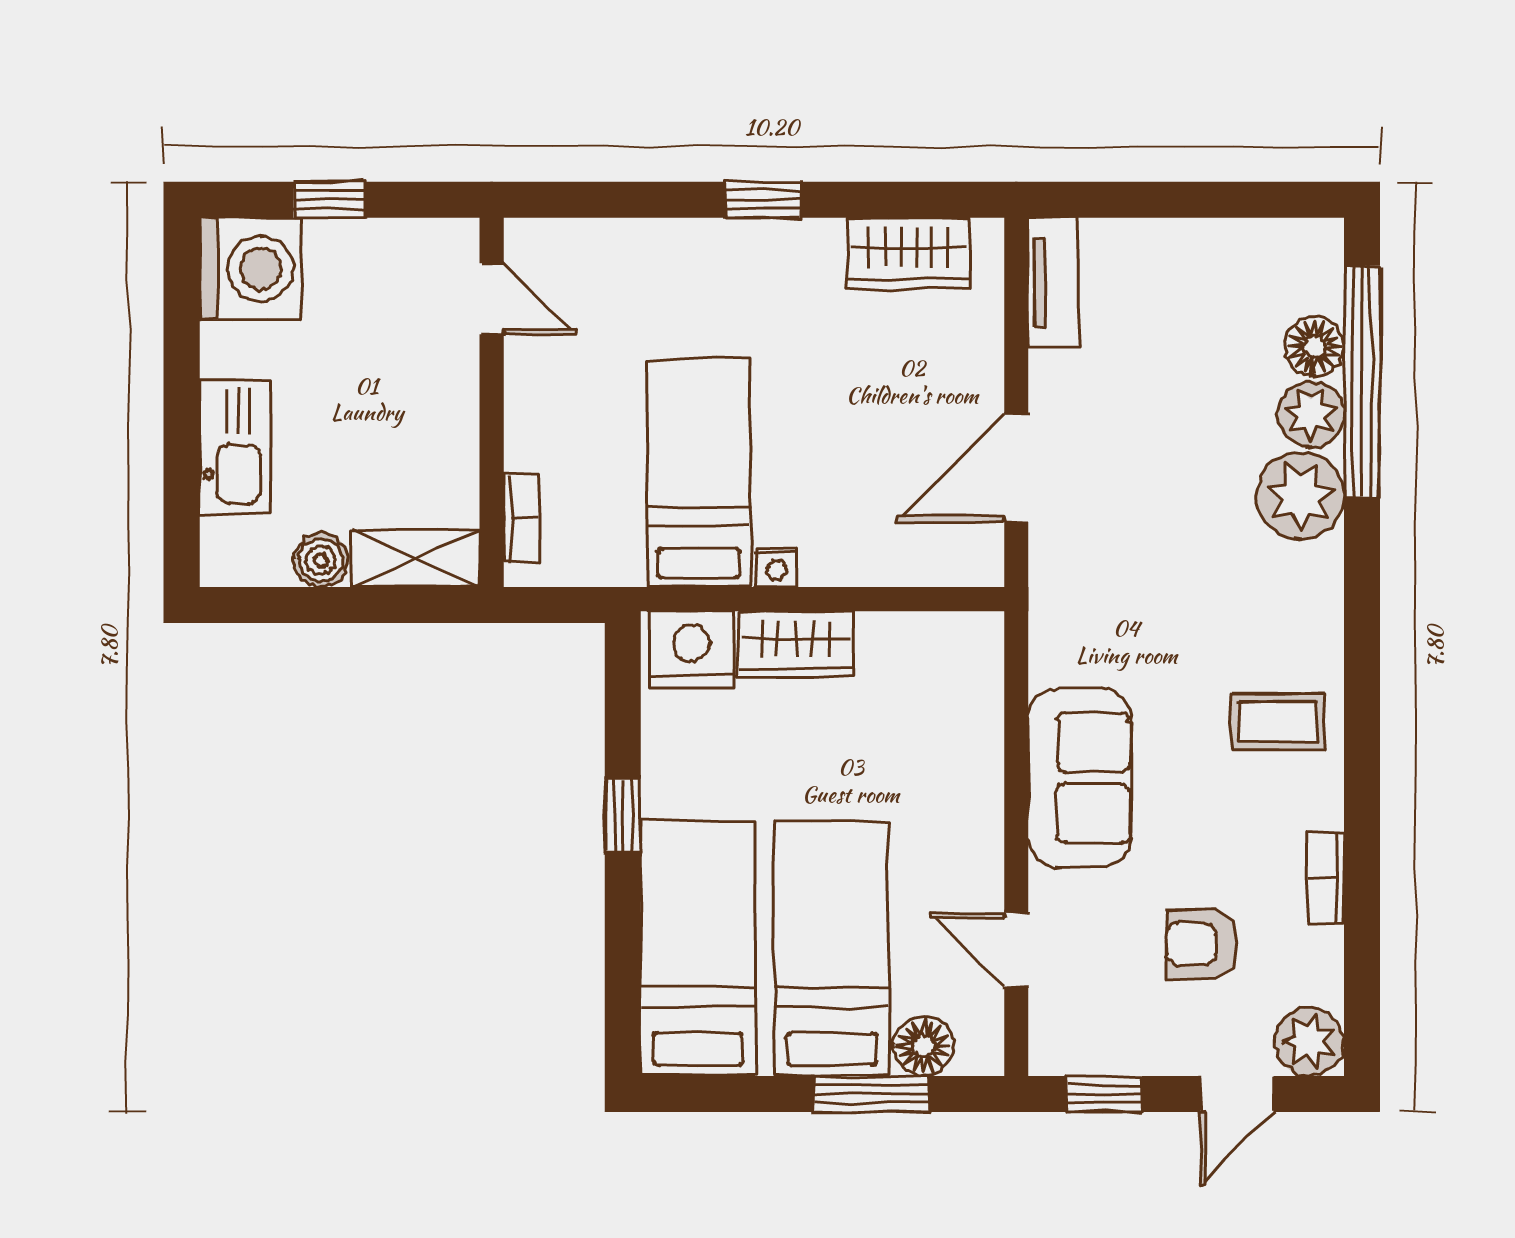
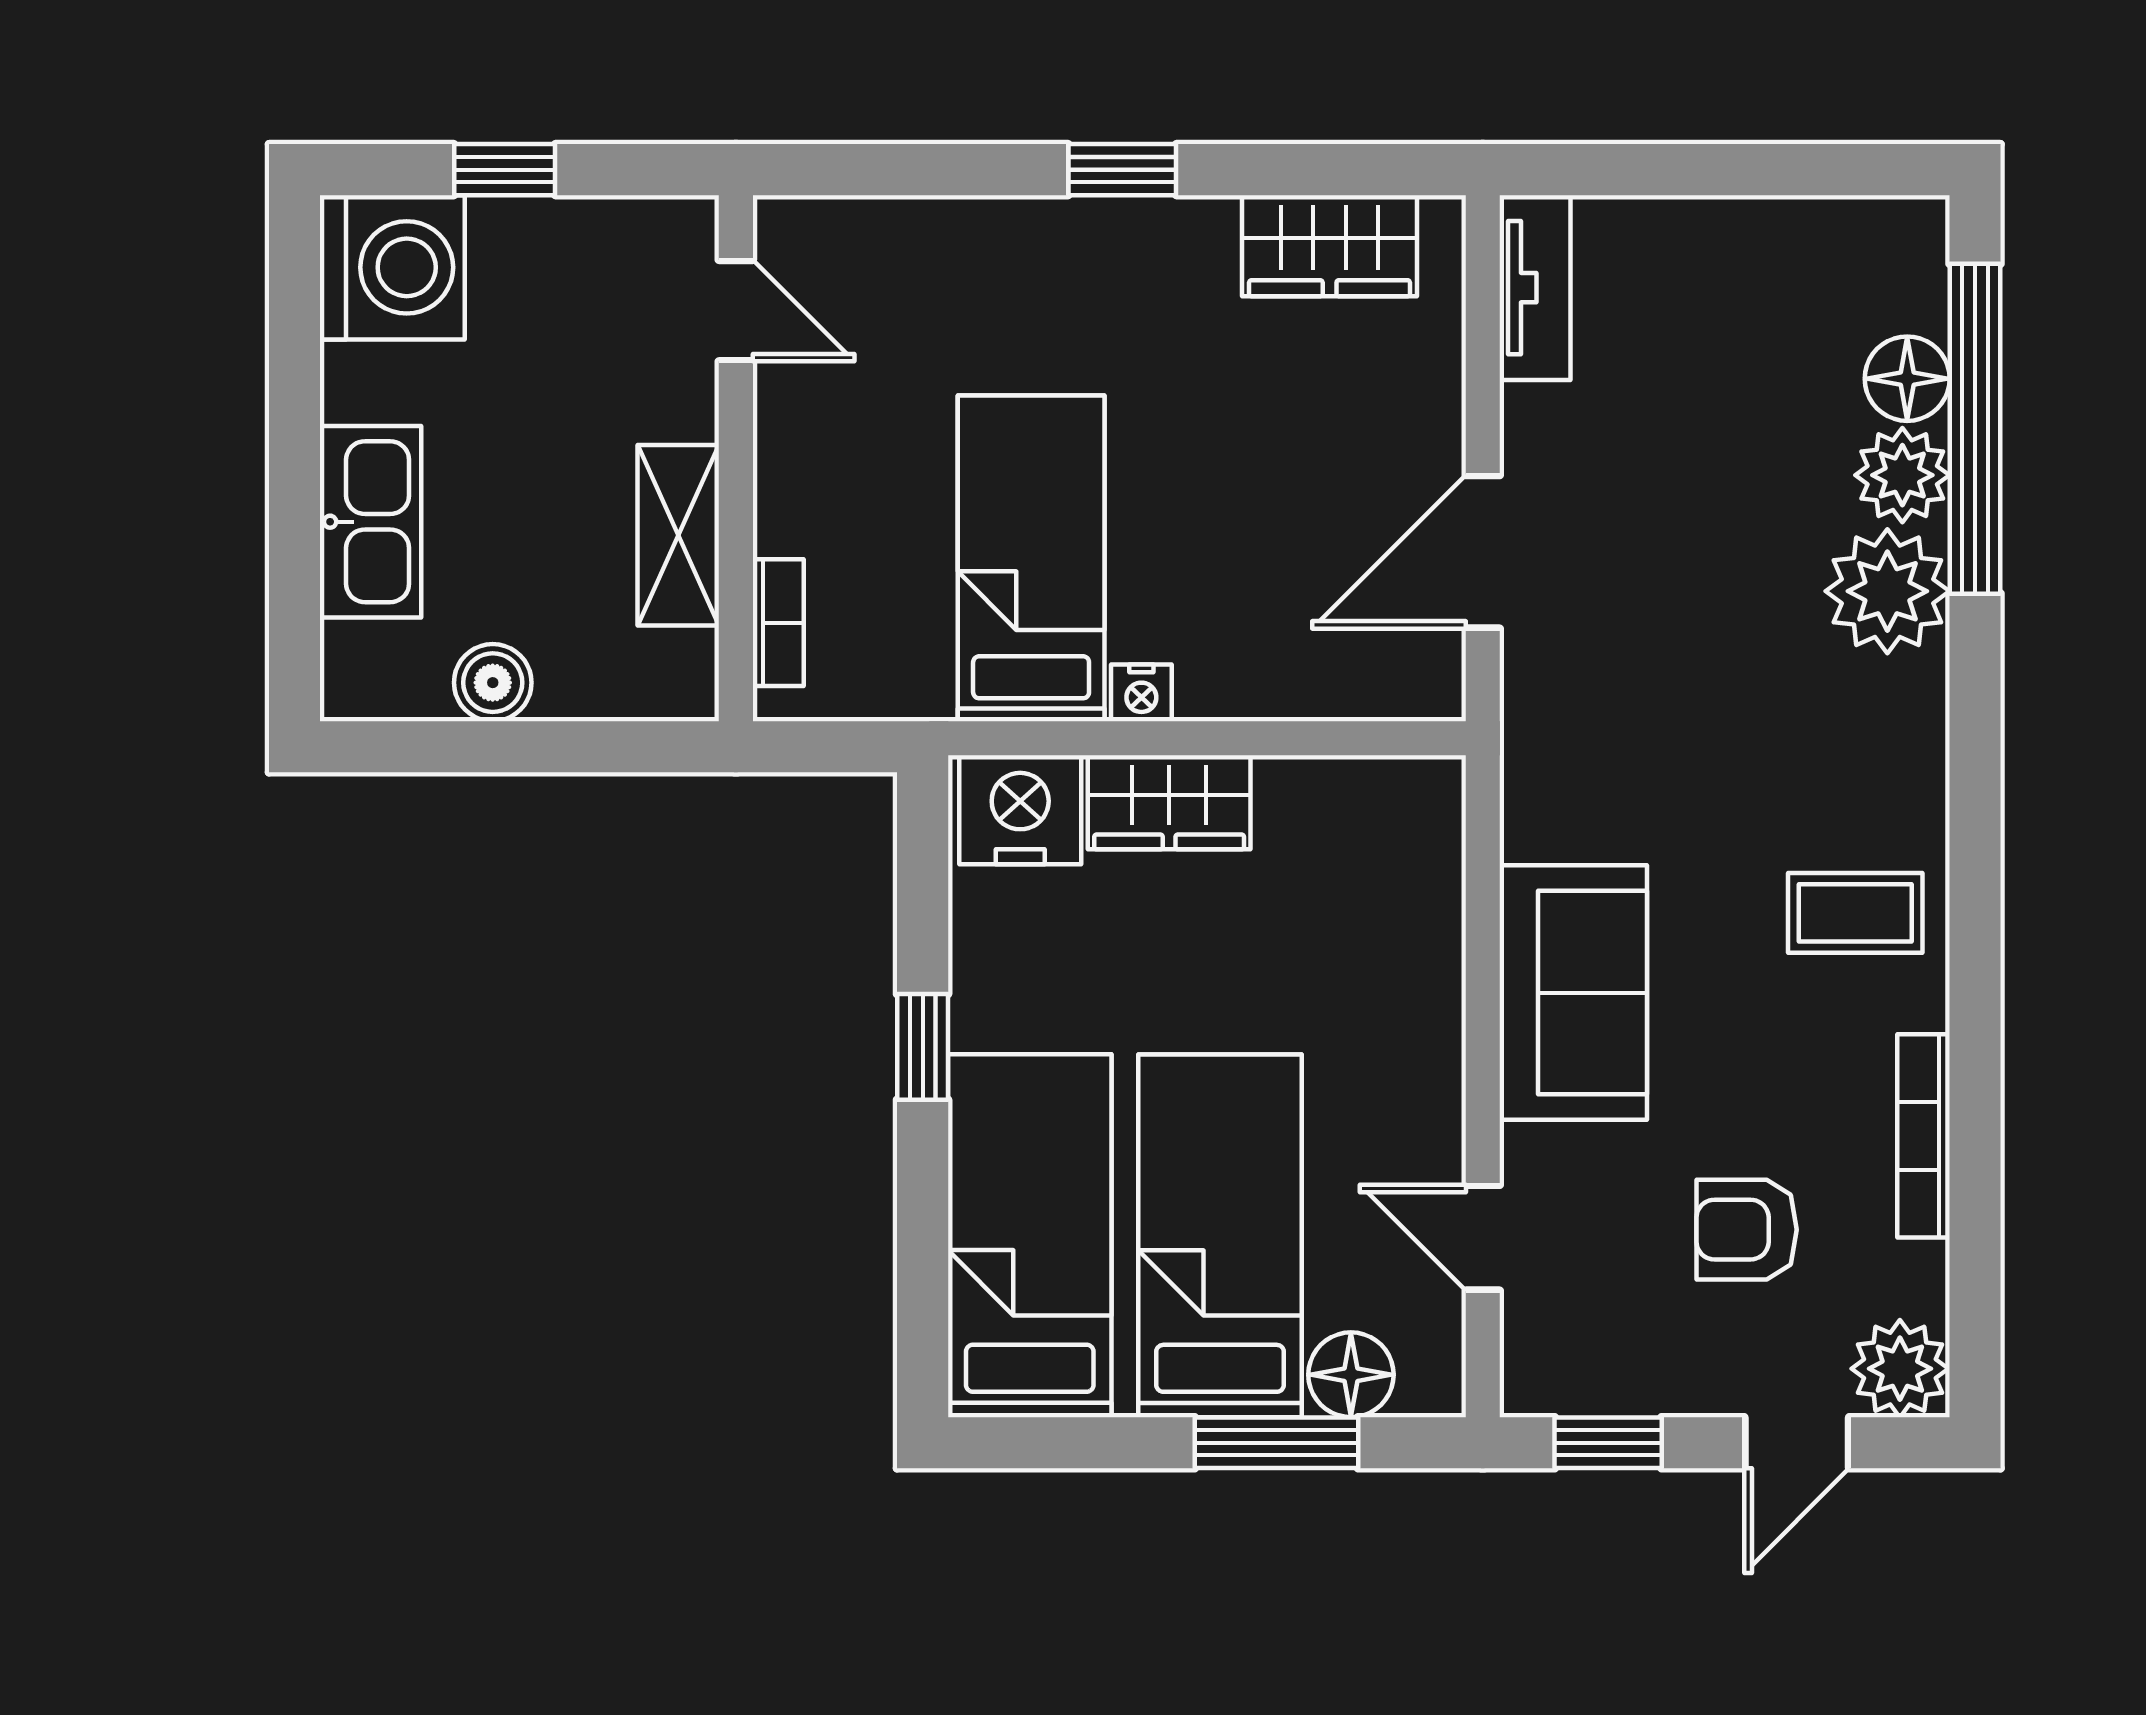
shelving: (416, 559) -> (678, 535), moved, turned 90
bookcase: (1326, 878) -> (1924, 1136), width x1.56

